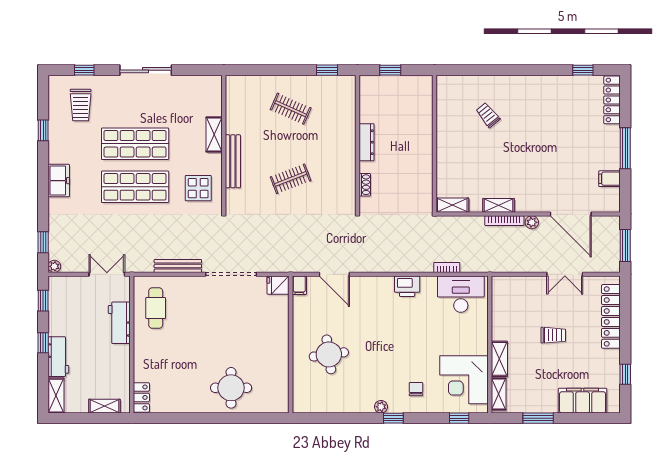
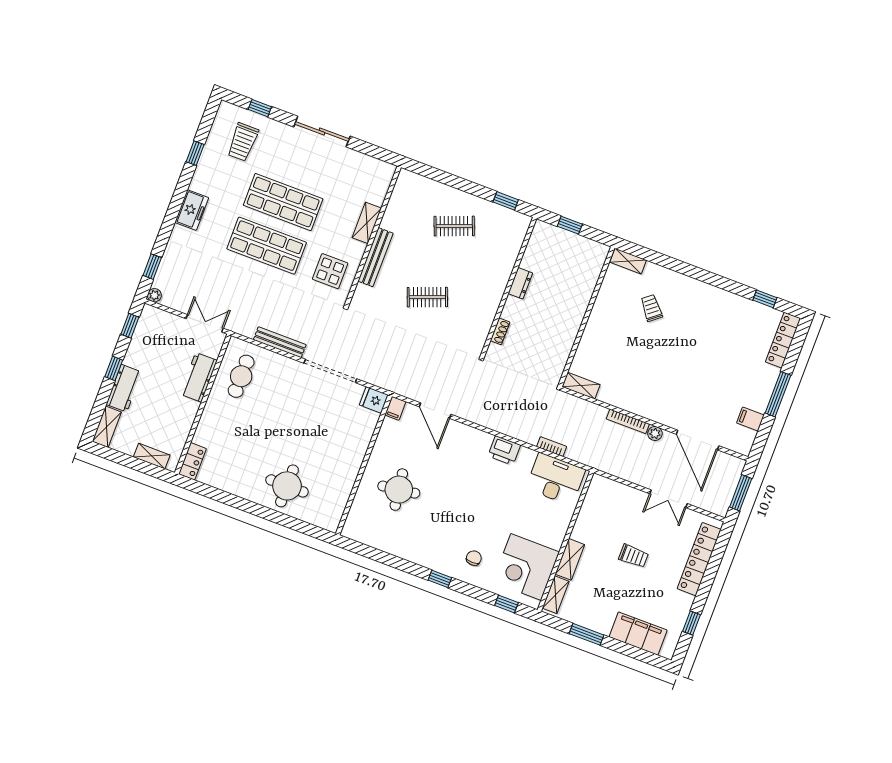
clothes rail: (291, 109) -> (454, 226), turned -45
dresser: (367, 142) -> (520, 283), width x0.70
shelving: (499, 205) -> (628, 261), moved
plant: (381, 407) -> (432, 563), removed

